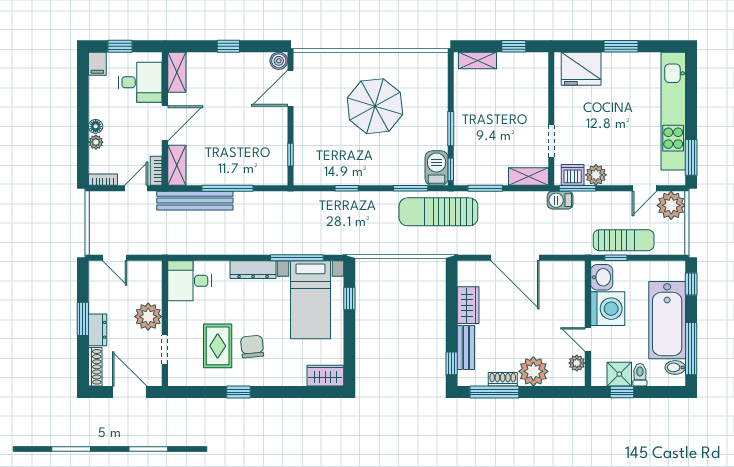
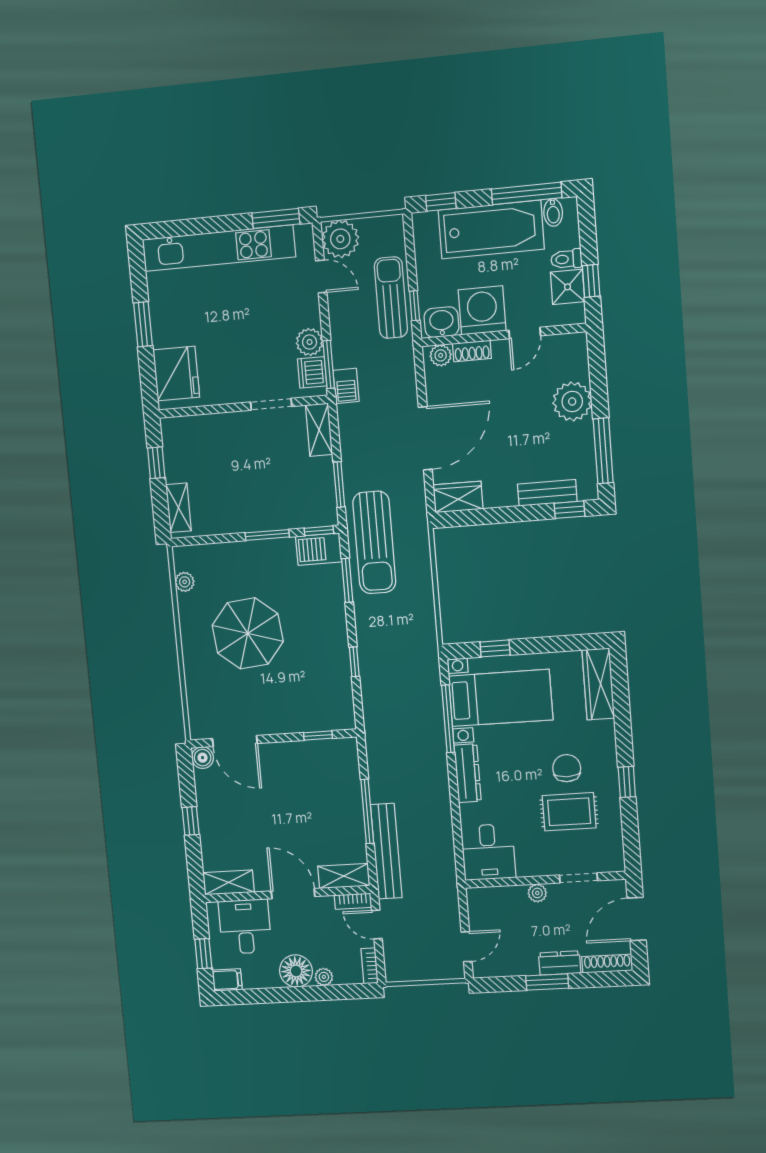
plant: (419, 60) -> (185, 582), added
floor lamp: (96, 126) -> (296, 971), width x1.89, depth x1.89
wardrobe: (468, 305) -> (458, 497), moved
plant: (148, 317) -> (537, 893), width x0.53, depth x0.53
chair: (252, 347) -> (567, 768), turned 95
plant: (577, 363) -> (441, 355), moved
wardrobe: (325, 376) -> (598, 684), width x1.50
shoe rack: (503, 379) -> (472, 351), moved, turned -90

